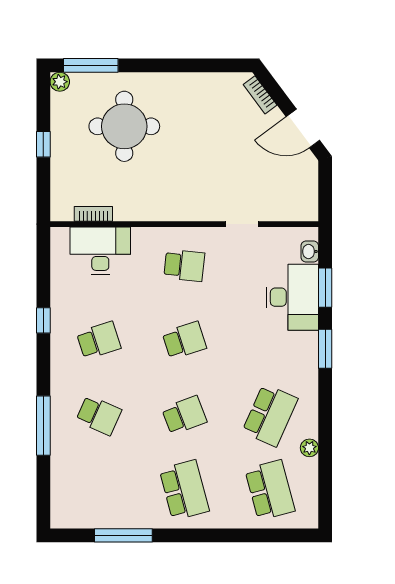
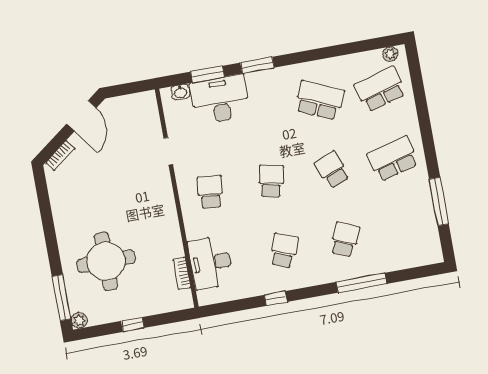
school desk: (99, 340) -> (284, 251), turned 39
school desk: (184, 340) -> (271, 181), turned 30
plant: (309, 448) -> (390, 54), moved

